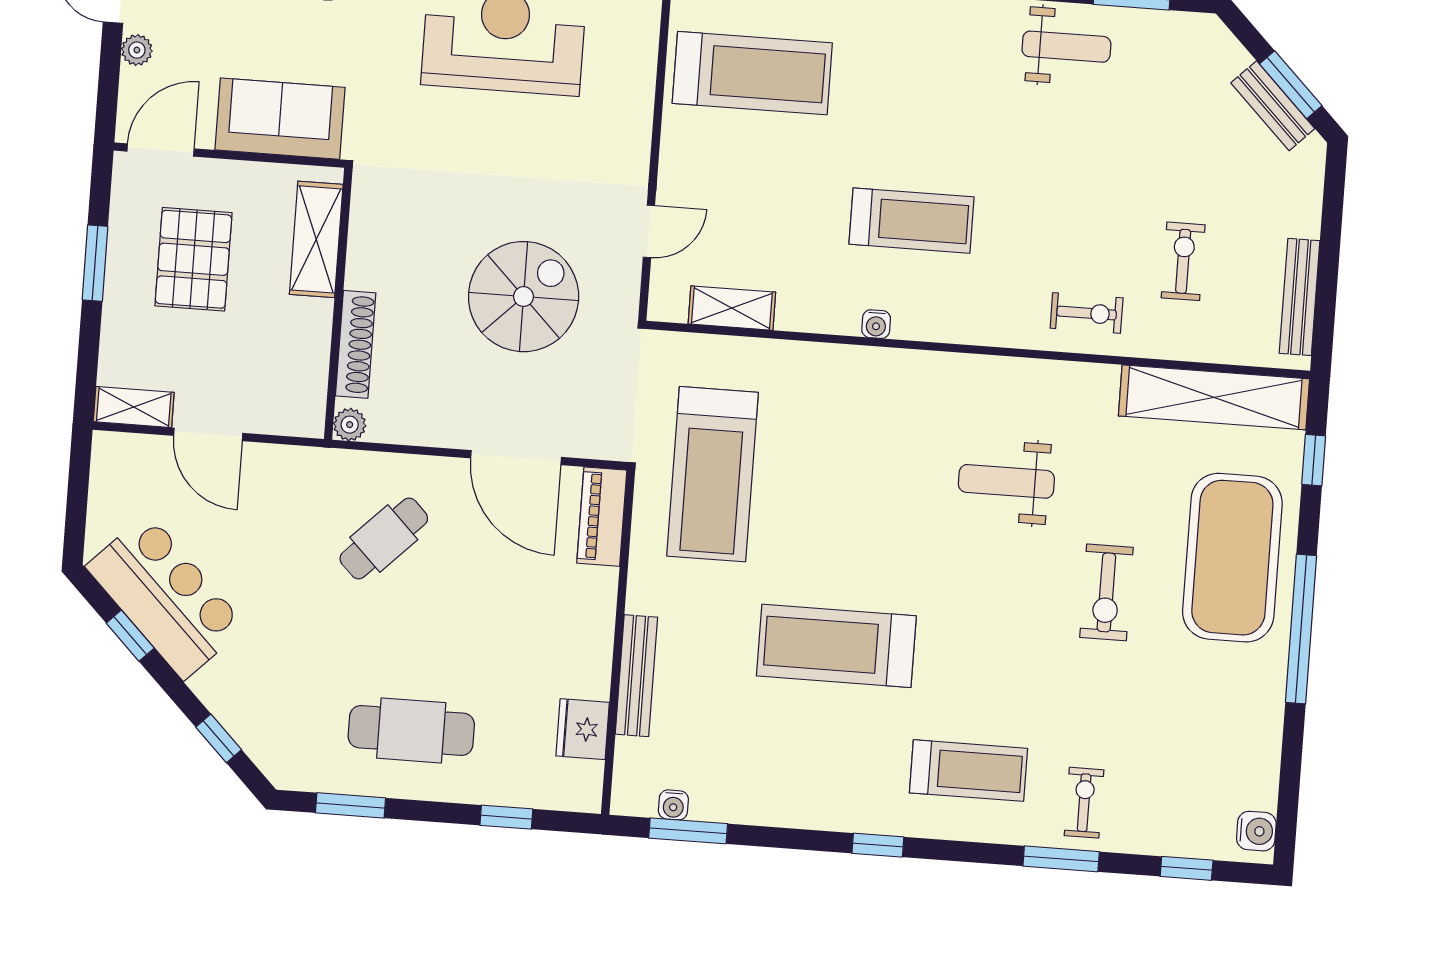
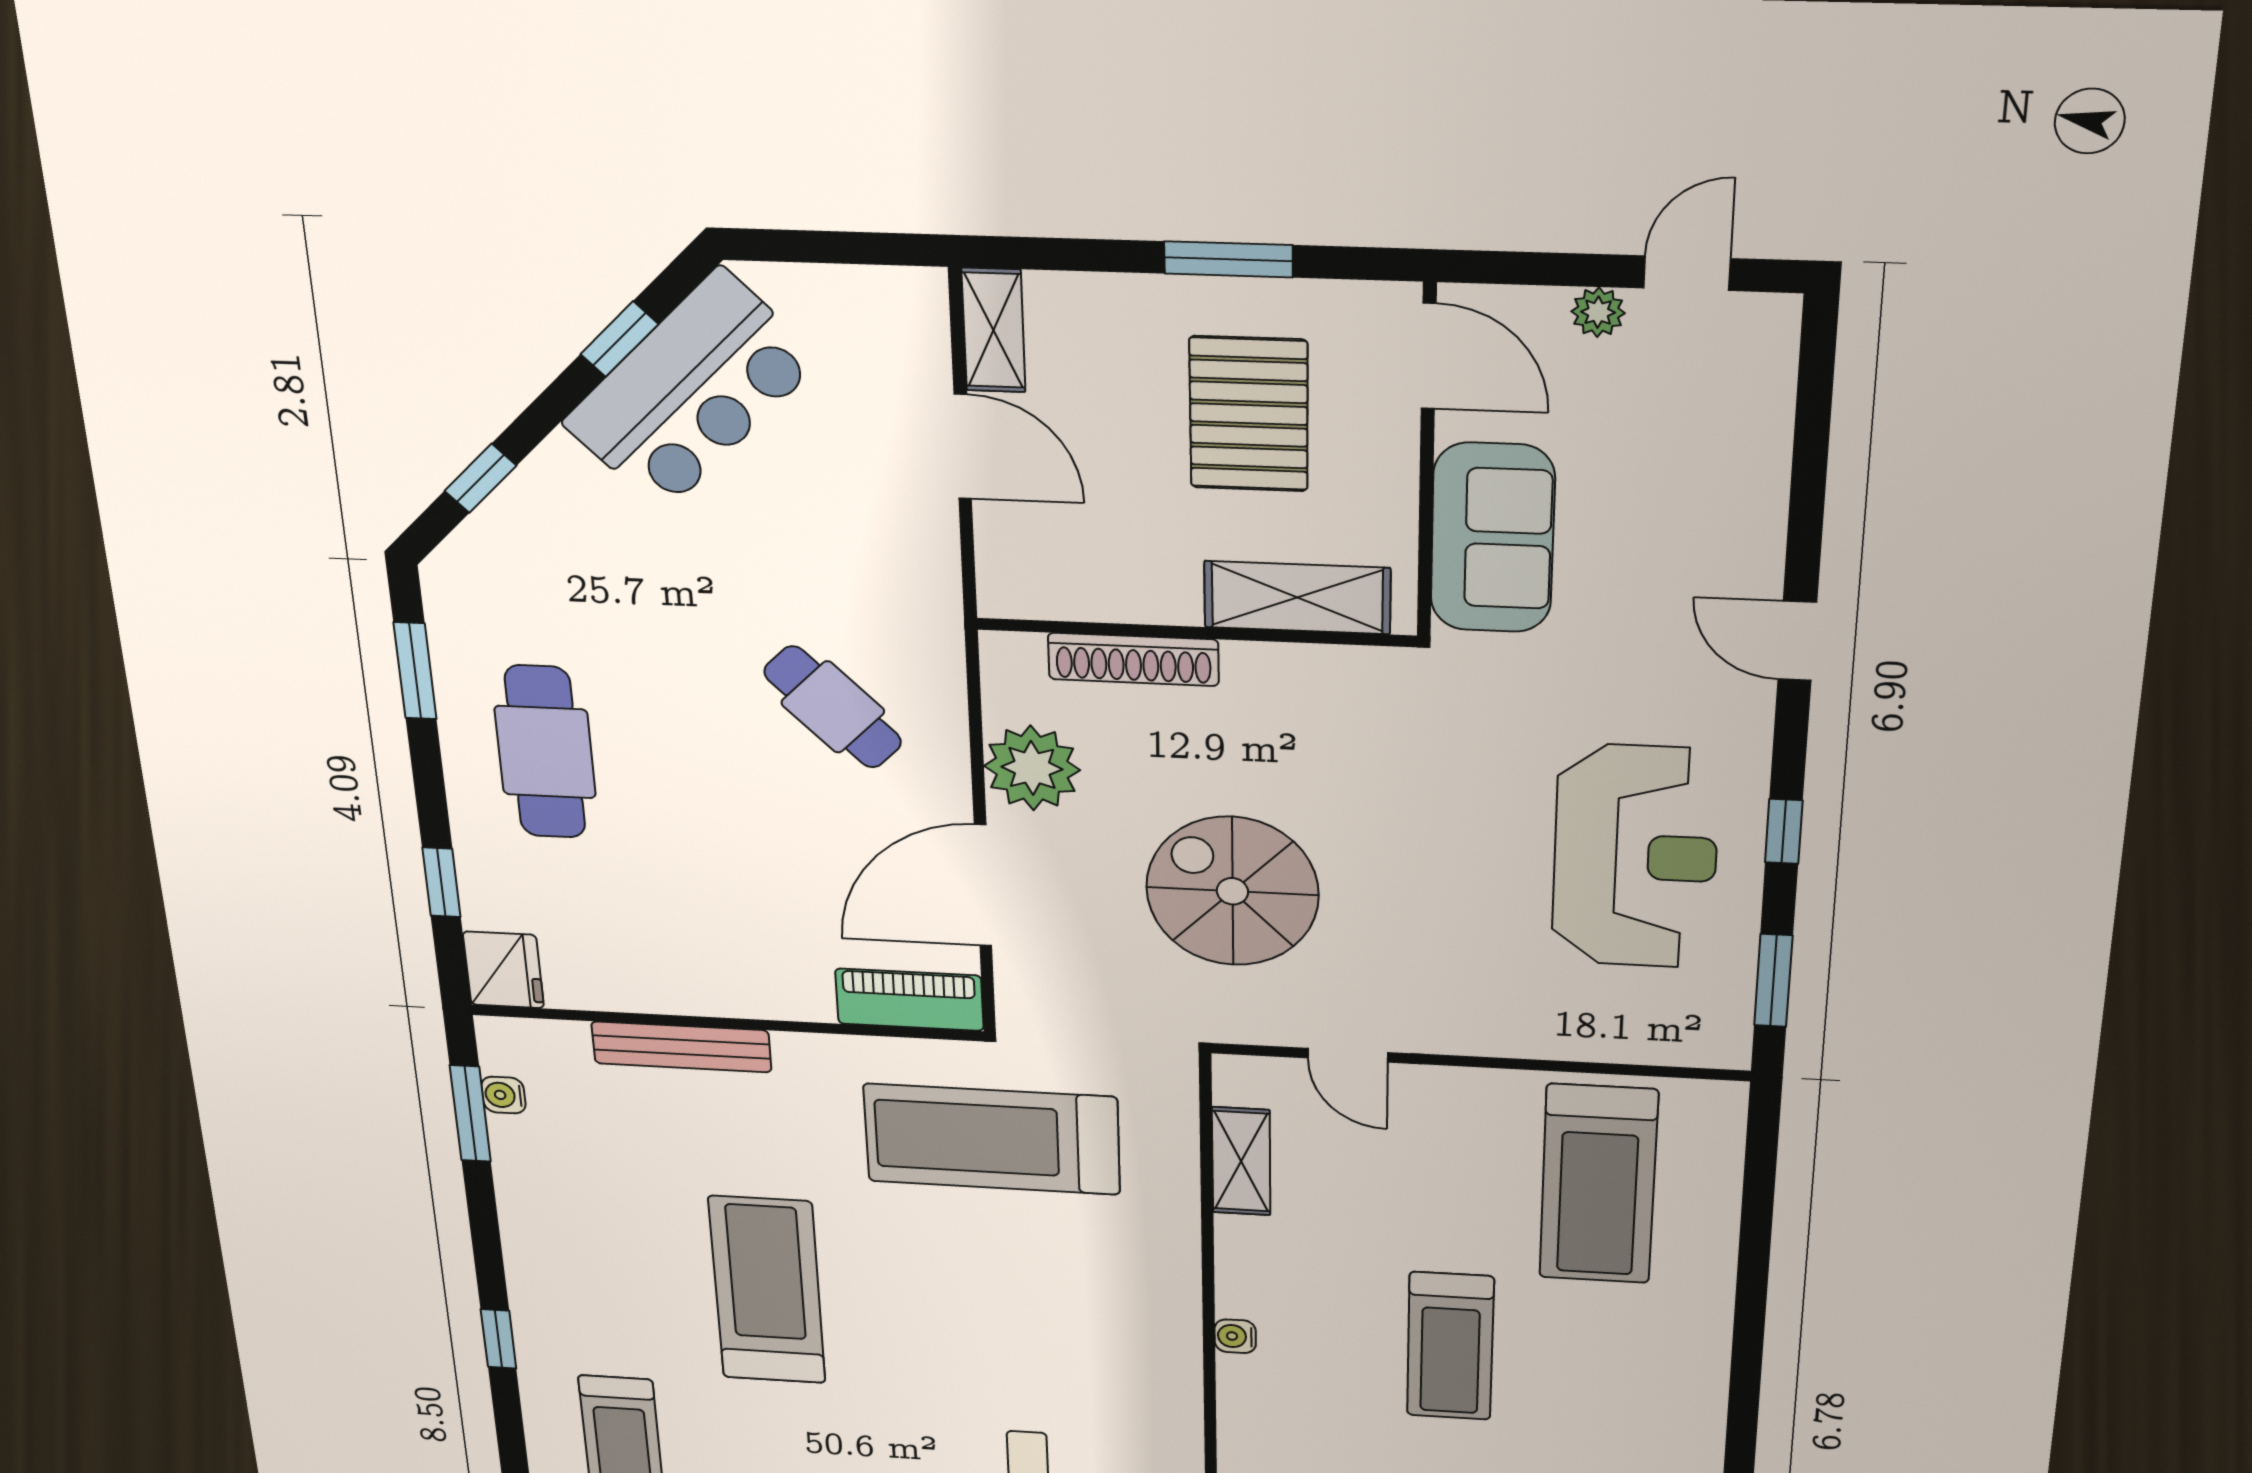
treadmill: (912, 221) -> (1450, 1346), moved
pallet: (193, 259) -> (1249, 414), turned 90
spiral stairs: (524, 297) -> (1232, 891), turned 180
plant: (350, 425) -> (1032, 768), moved, width x1.88, depth x1.88
door: (208, 434) -> (963, 446), swing flipped
fridge: (583, 729) -> (503, 970), moved, turned 90

